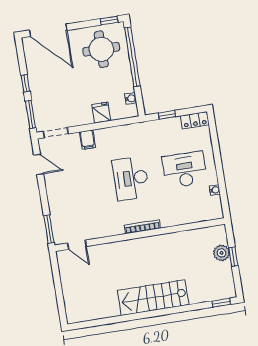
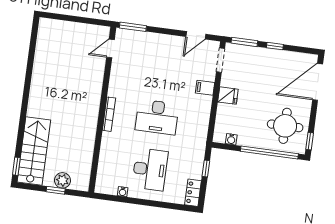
fridge: (101, 113) -> (228, 96), moved
desk: (131, 178) -> (157, 117), turned 180
stairs: (153, 298) -> (34, 151), moved

